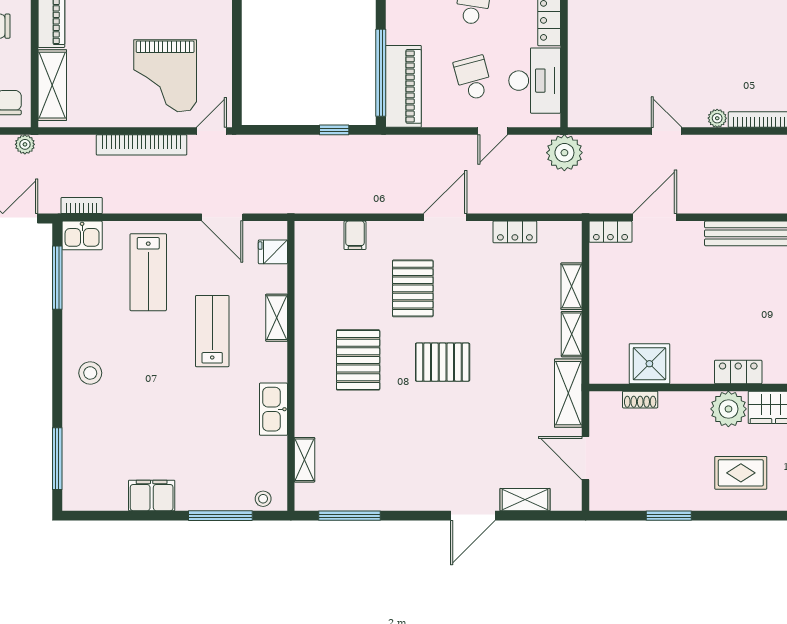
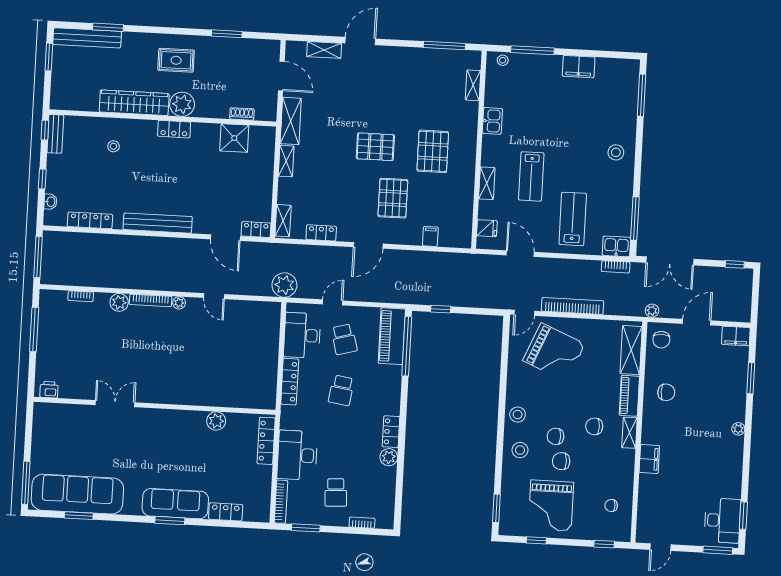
grand piano: (165, 76) -> (554, 352), turned 113
door: (655, 217) -> (225, 238), hinge flipped
shelving: (572, 286) -> (283, 221), moved
kitchen sink: (273, 409) -> (492, 121), width x0.73

